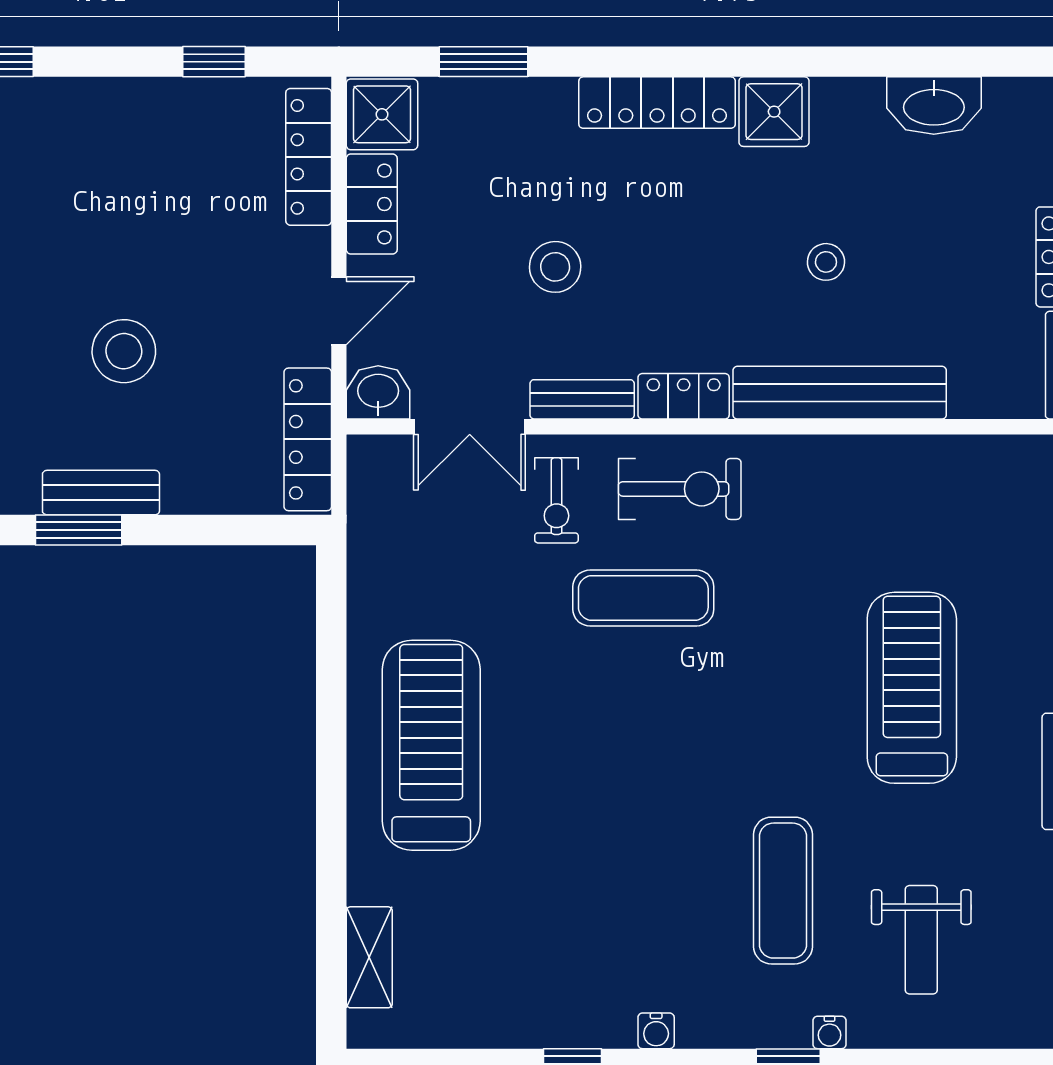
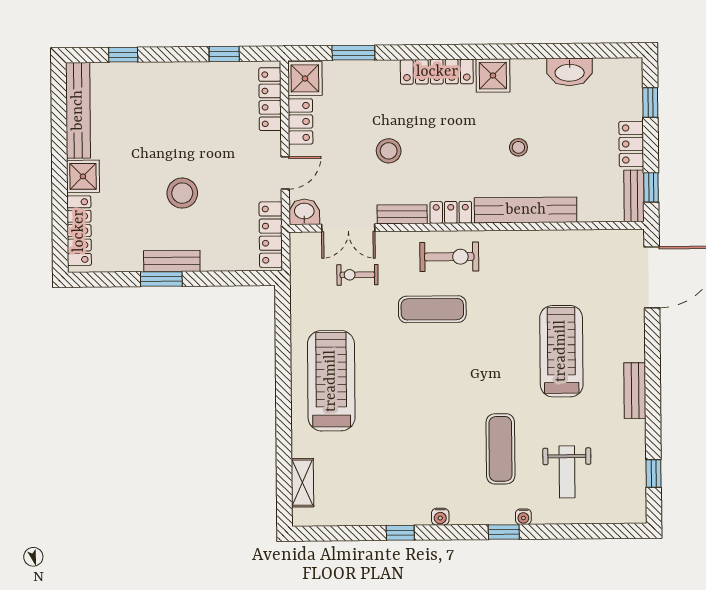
exercise bike: (556, 500) -> (357, 275), moved, turned 90

